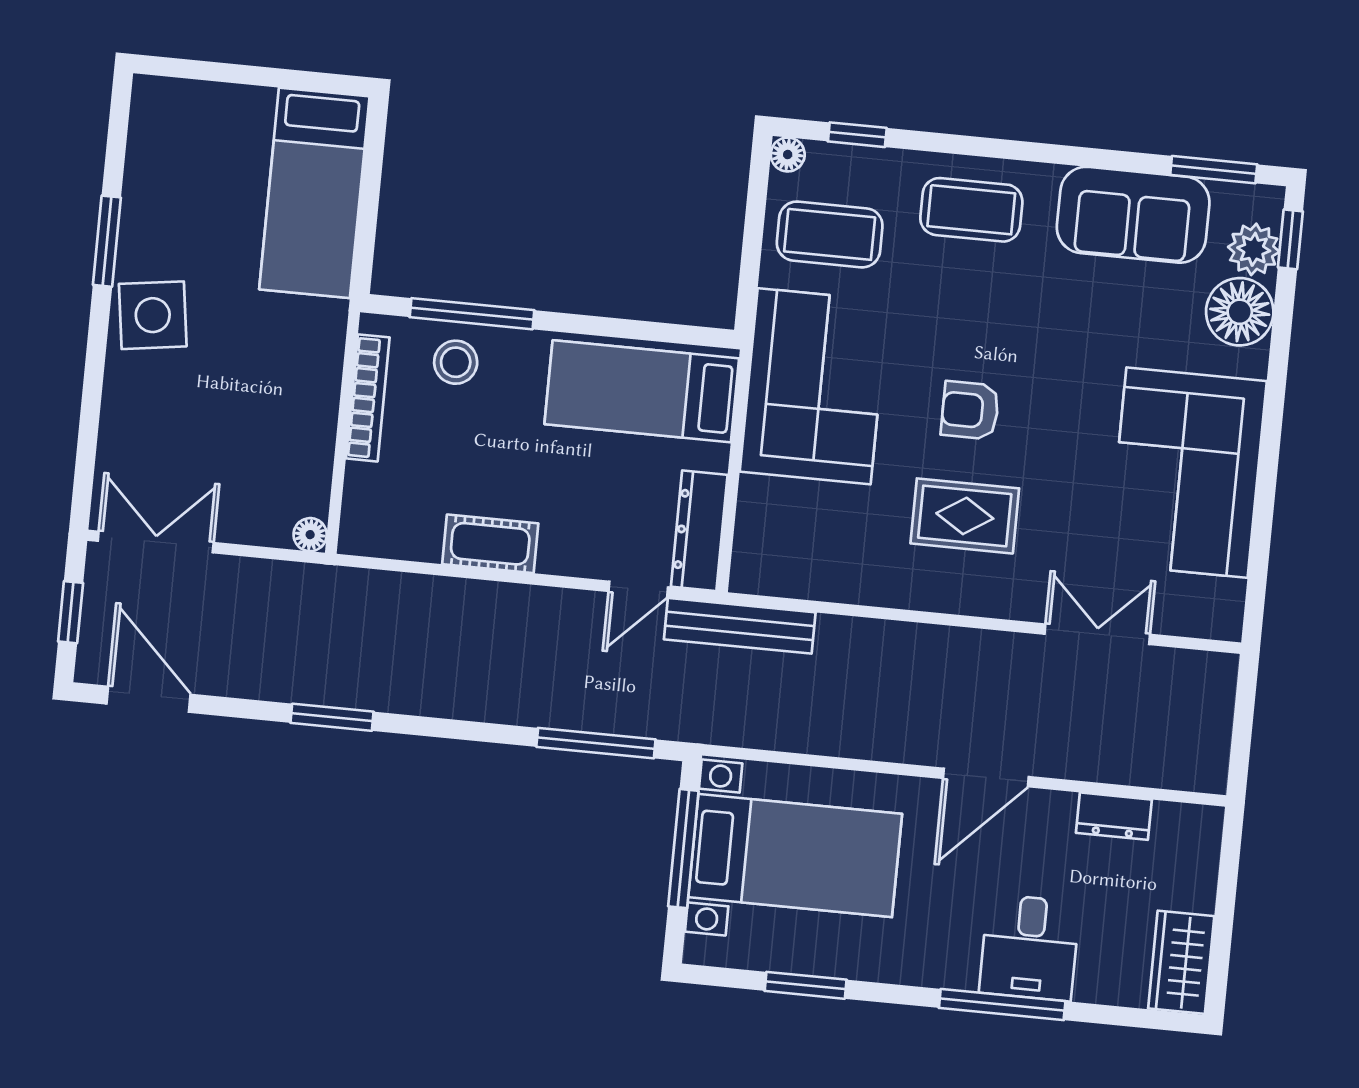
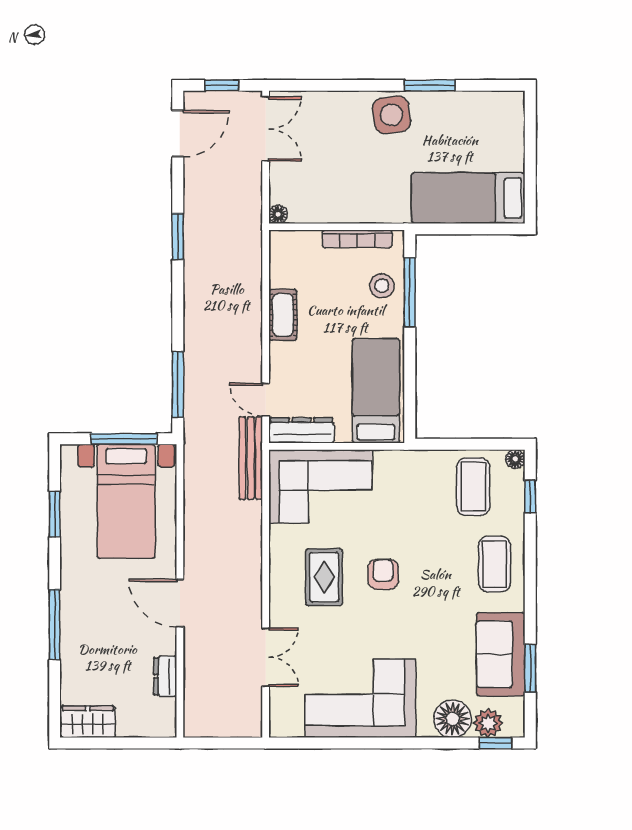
window: (1214, 170) -> (530, 668), moved
corner sofa: (814, 386) -> (320, 486), moved
desk: (1030, 947) -> (88, 637), removed

